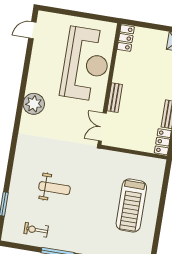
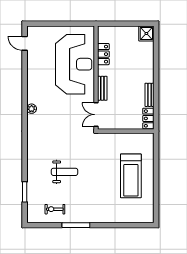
door: (32, 30) -> (25, 43), hinge flipped
locker: (126, 38) -> (103, 54), moved
plant: (34, 104) -> (32, 109), width x0.53, depth x0.53

